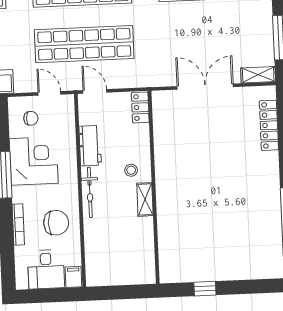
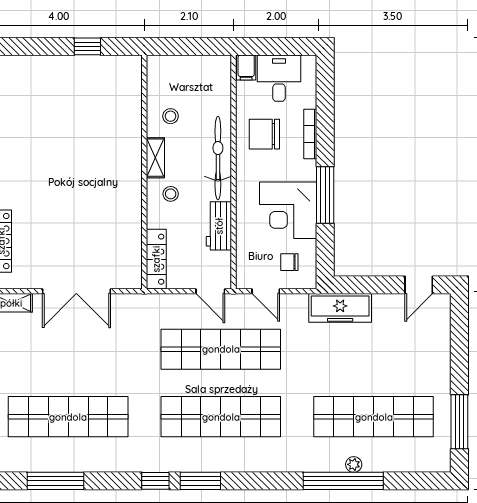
locker: (140, 107) -> (156, 259), width x1.53
bicycle: (90, 192) -> (218, 158), width x1.37, depth x1.40
stool: (134, 234) -> (171, 116), added

